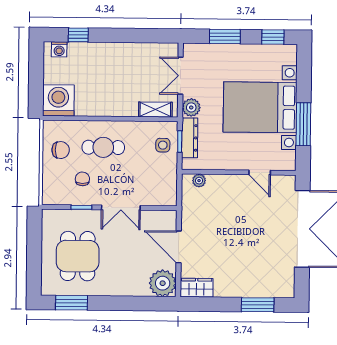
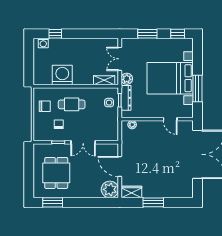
washing machine: (58, 100) -> (62, 75), moved
window: (258, 305) -> (153, 202), moved

